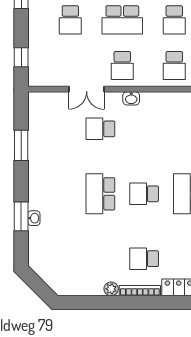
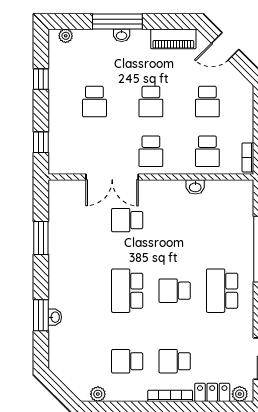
school desk: (122, 20) -> (151, 102), width x0.54
double door: (87, 89) -> (112, 177), width x1.37
washbasin: (131, 98) -> (195, 187), moved
school desk: (100, 259) -> (127, 361), added
plant: (111, 289) -> (98, 394), moved

